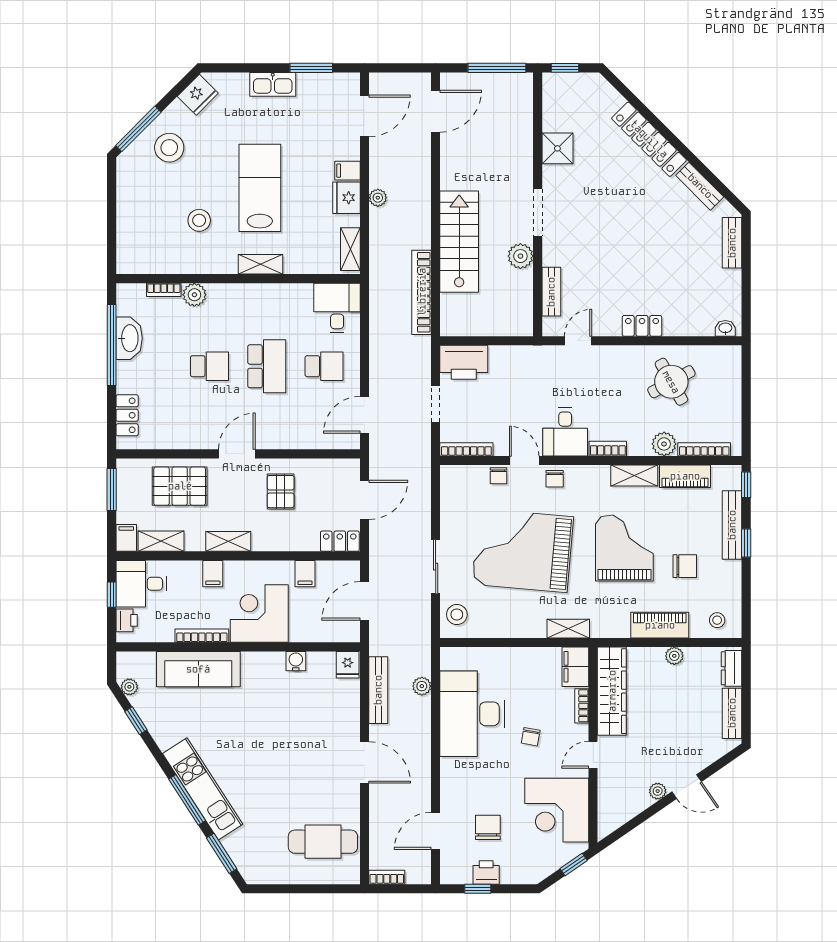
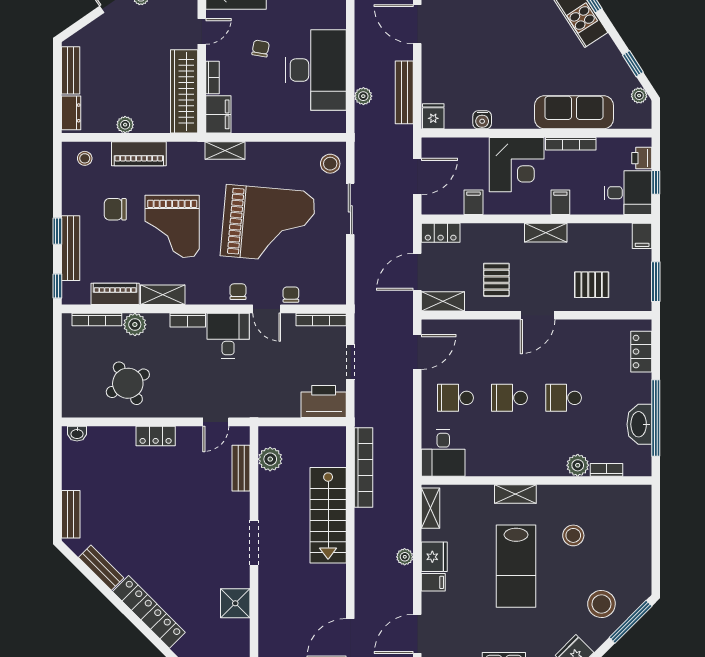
plant: (520, 256) -> (270, 459), moved
school desk: (267, 366) -> (510, 398), width x0.54
pallet: (180, 486) -> (592, 285), width x0.67, depth x0.71
shelving: (161, 541) -> (443, 301), moved

